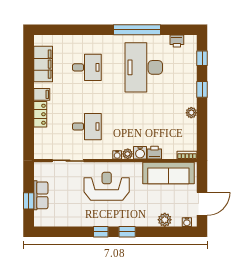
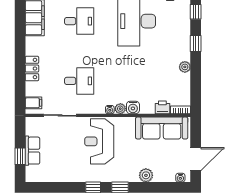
filing cabinet: (42, 94) -> (33, 103), moved
printer: (154, 153) -> (162, 107), moved
reception desk: (107, 186) -> (99, 141), turned -90
plant: (165, 220) -> (146, 175), moved

